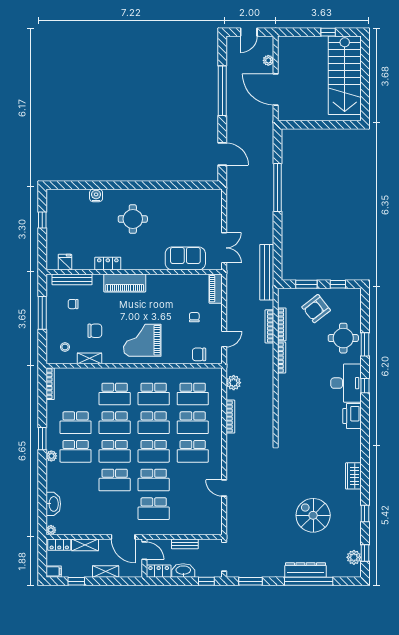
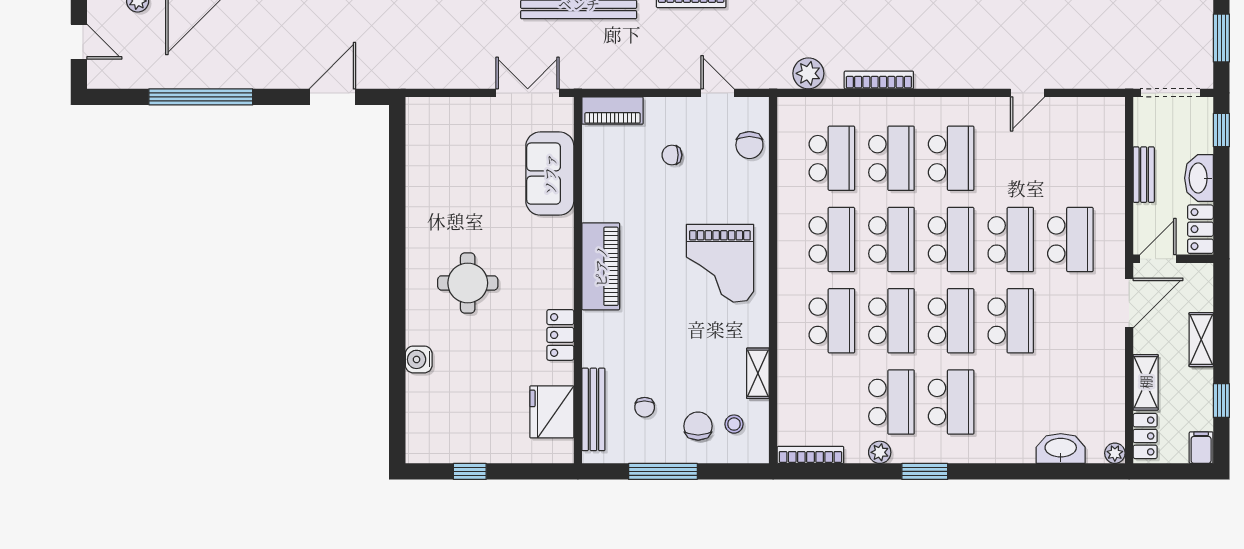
fridge: (65, 262) -> (552, 412), width x1.88, depth x1.34
piano: (125, 283) -> (601, 266), moved
chair: (95, 331) -> (698, 426), moved
plant: (51, 456) -> (880, 452), moved

